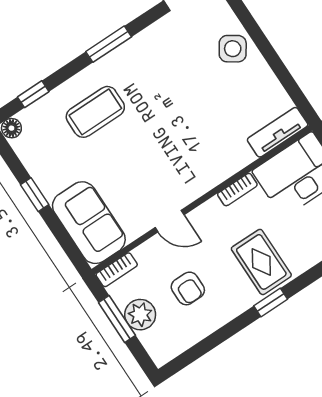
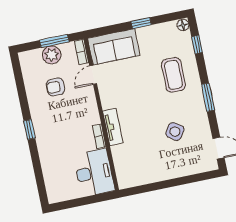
side table: (233, 49) -> (175, 132), moved
tv unit: (278, 132) -> (113, 127), moved
door: (170, 221) -> (93, 75), moved
rug: (261, 262) -> (54, 133), removed

